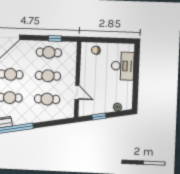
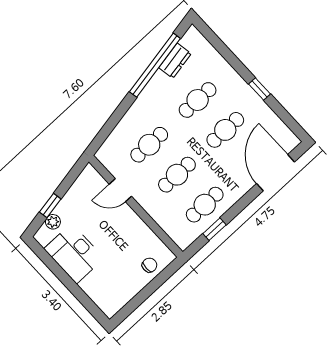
desk: (123, 66) -> (74, 253), moved
window: (99, 117) -> (50, 205), moved

